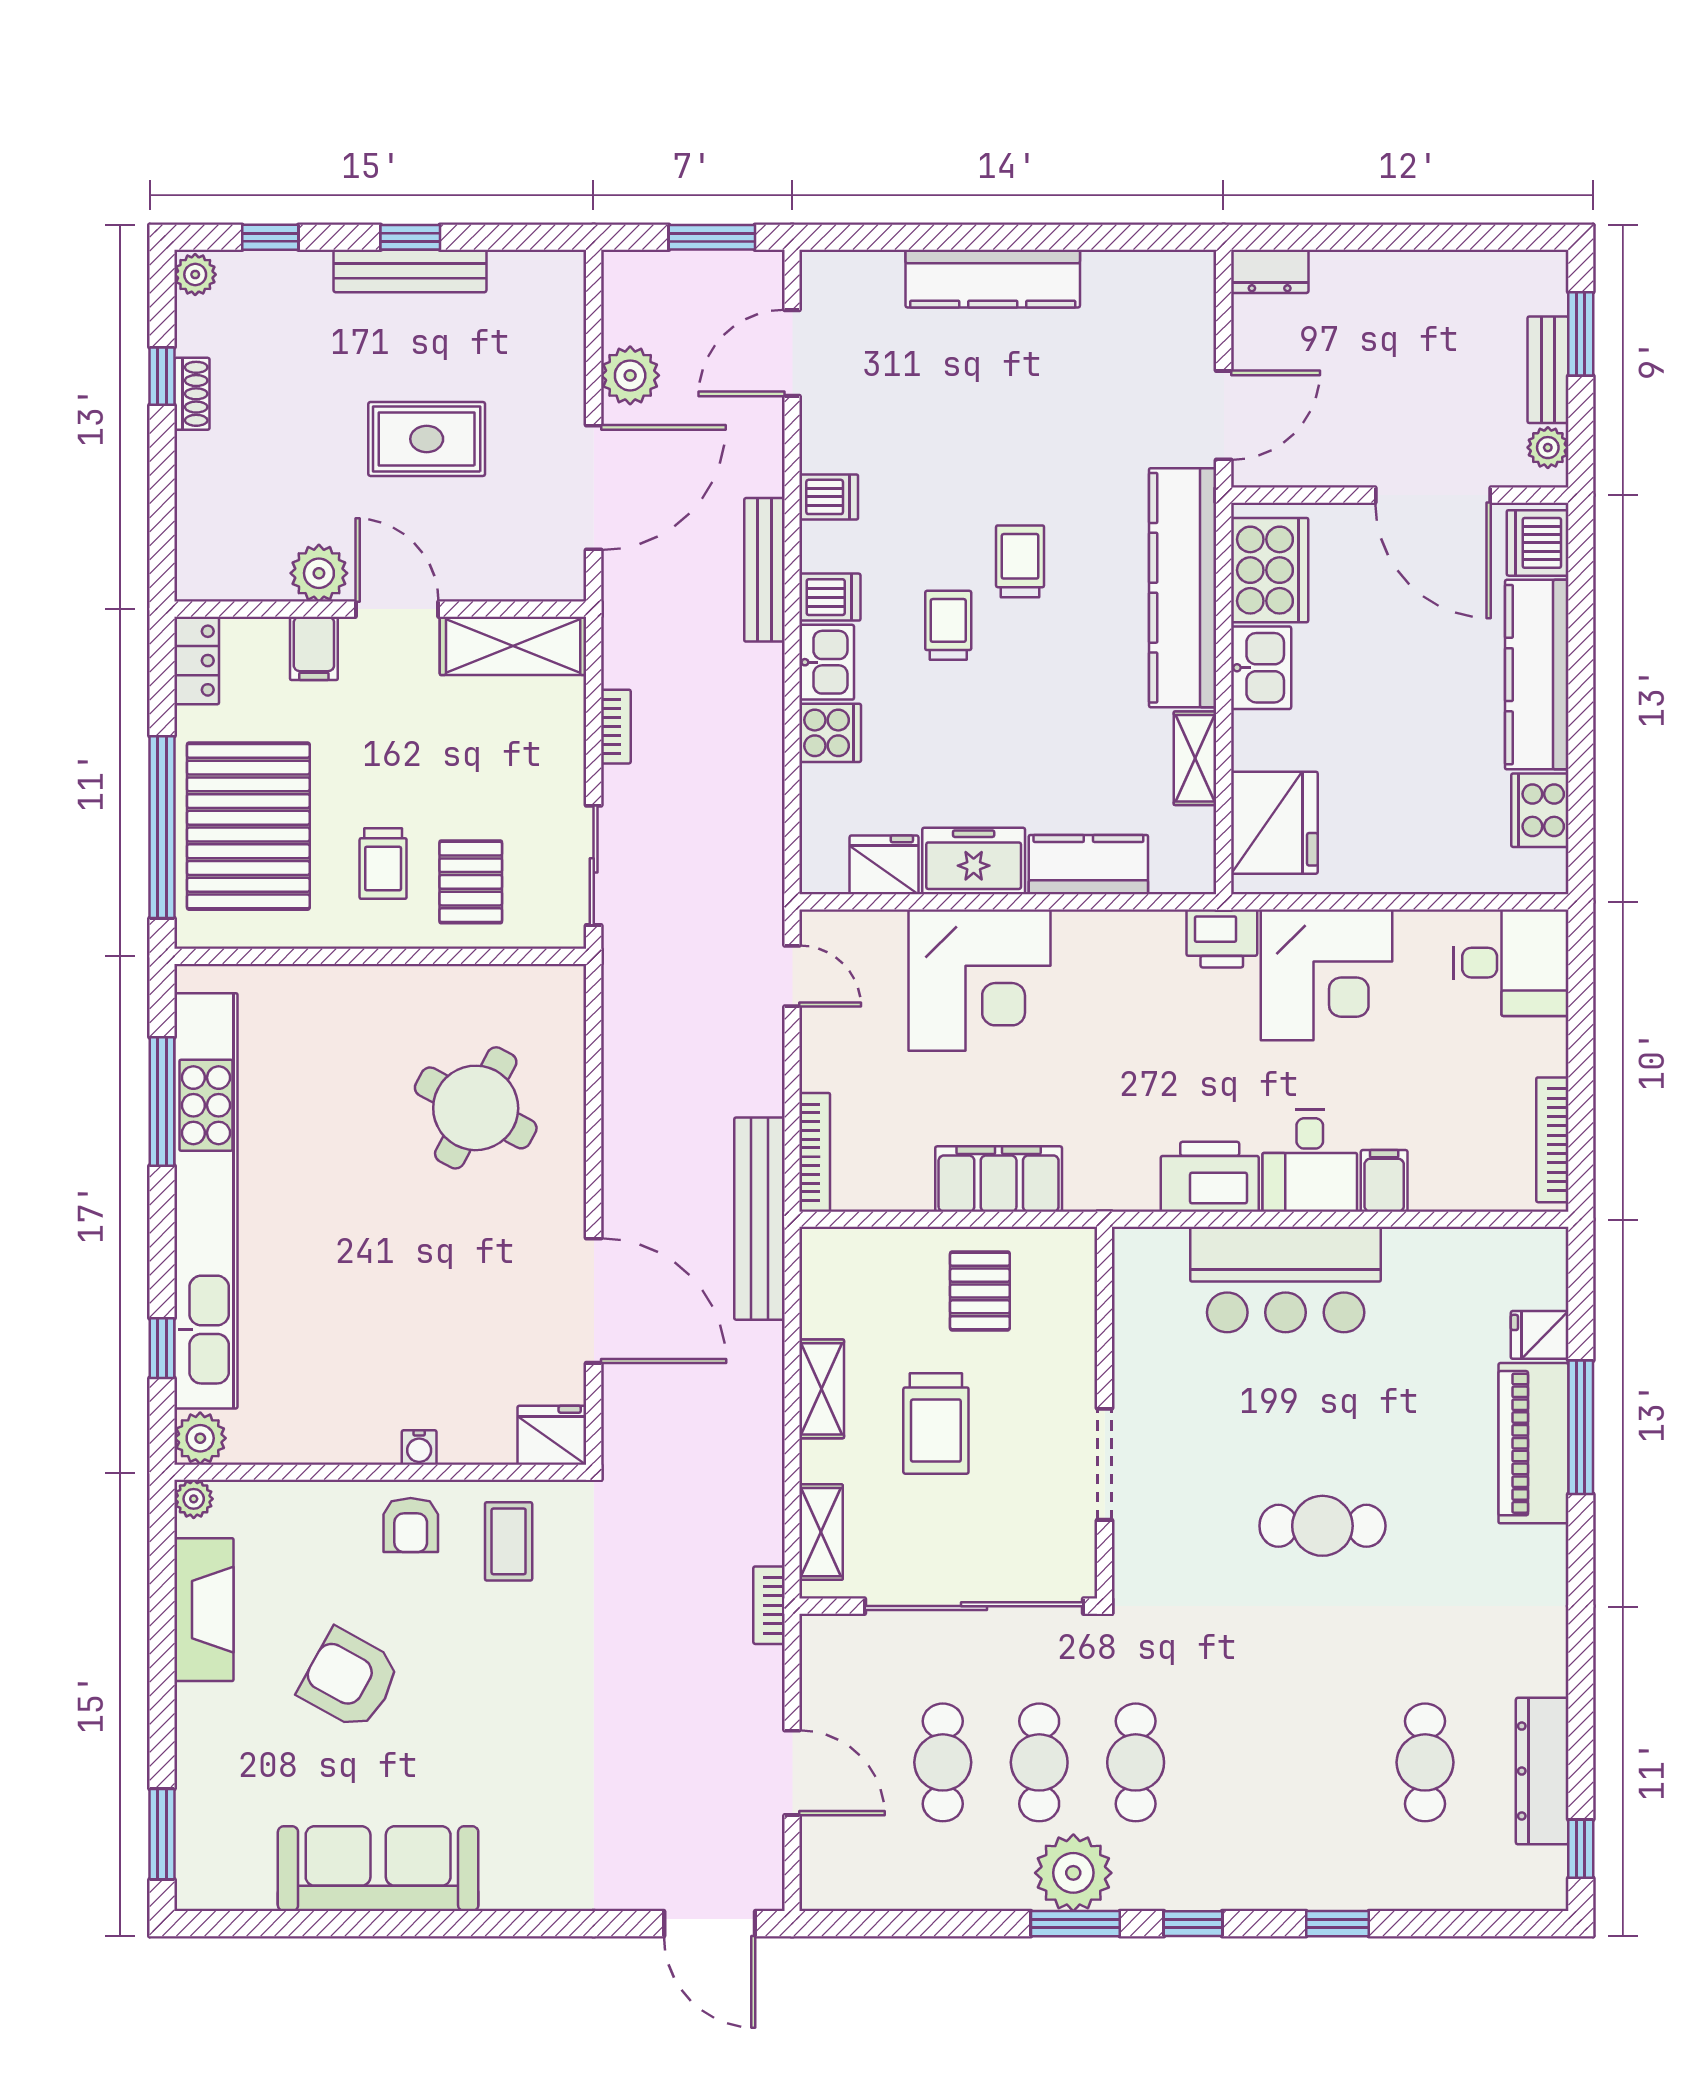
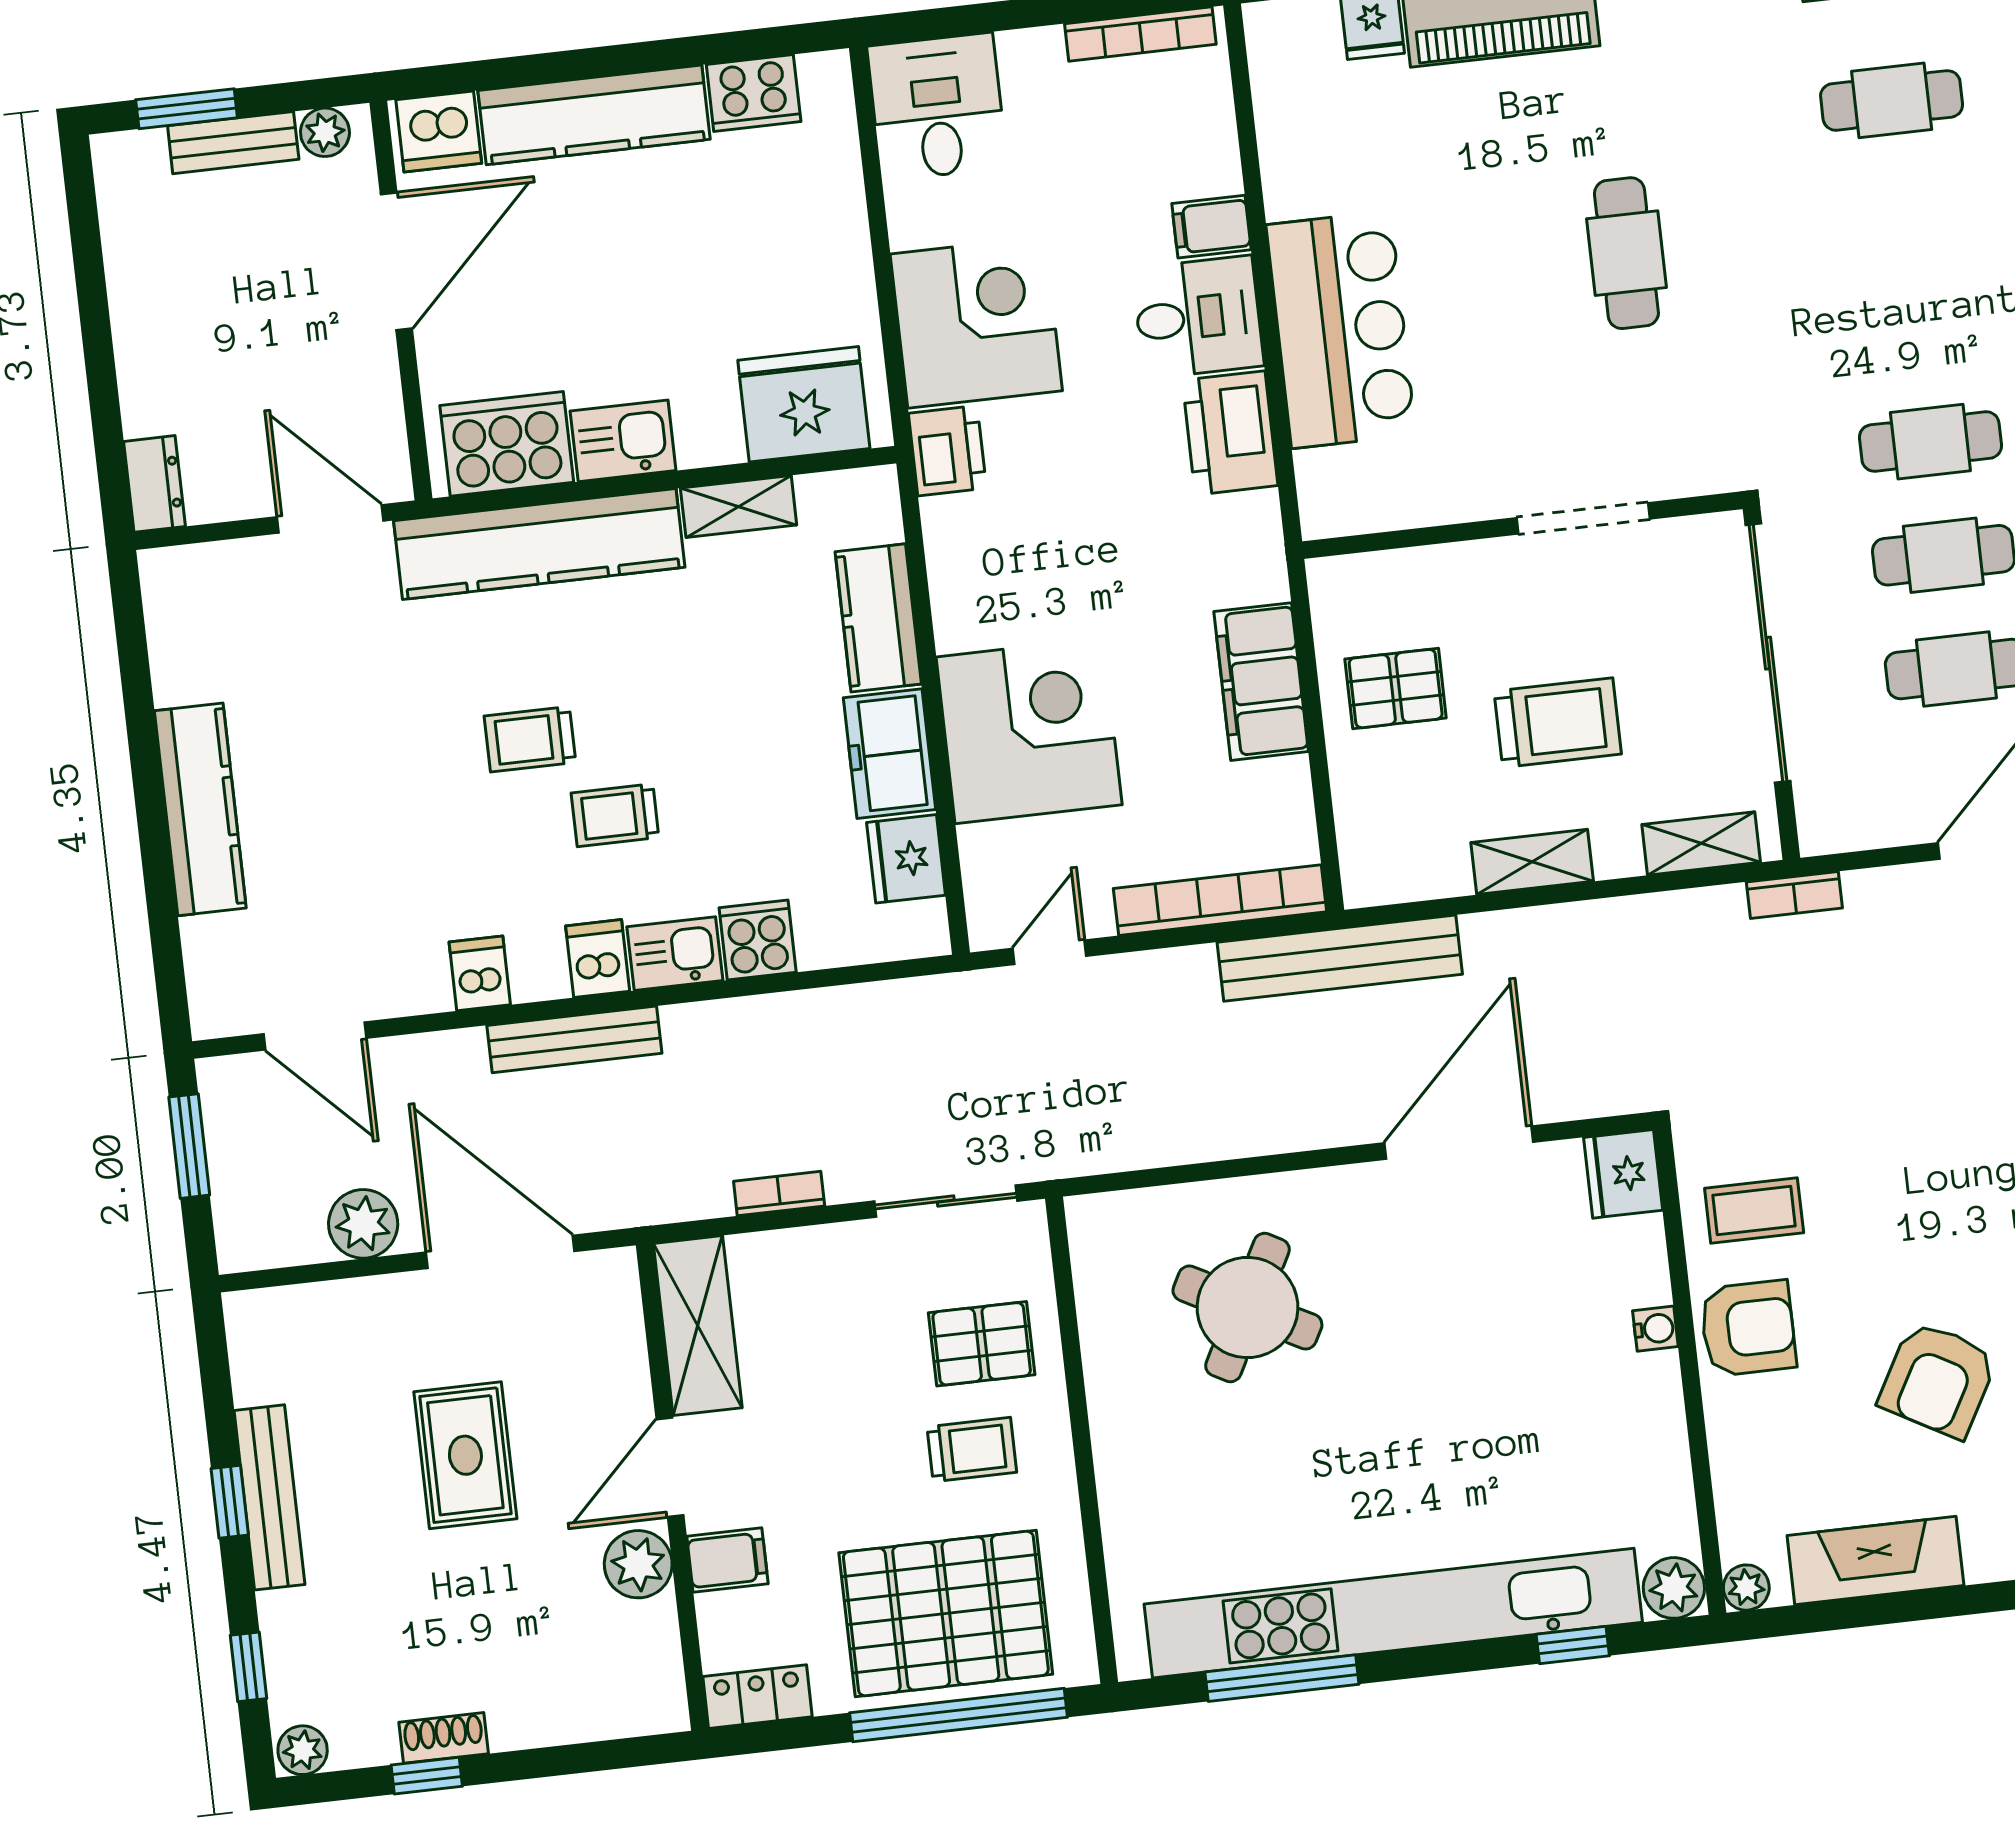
bookcase: (815, 1152) -> (1220, 900), width x1.48, depth x1.31
armchair: (411, 1525) -> (1748, 1328), width x1.38, depth x1.38

